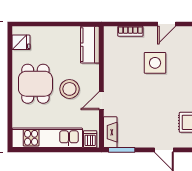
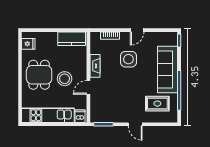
kitchen counter: (90, 45) -> (72, 39), moved, turned -90
fireplace: (110, 132) -> (95, 66), moved

